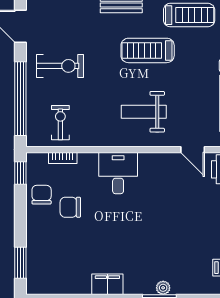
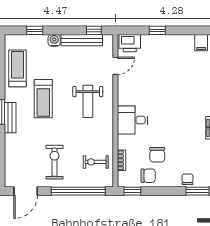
chair: (42, 195) -> (148, 176), turned 180
chair: (37, 249) -> (187, 179), added

